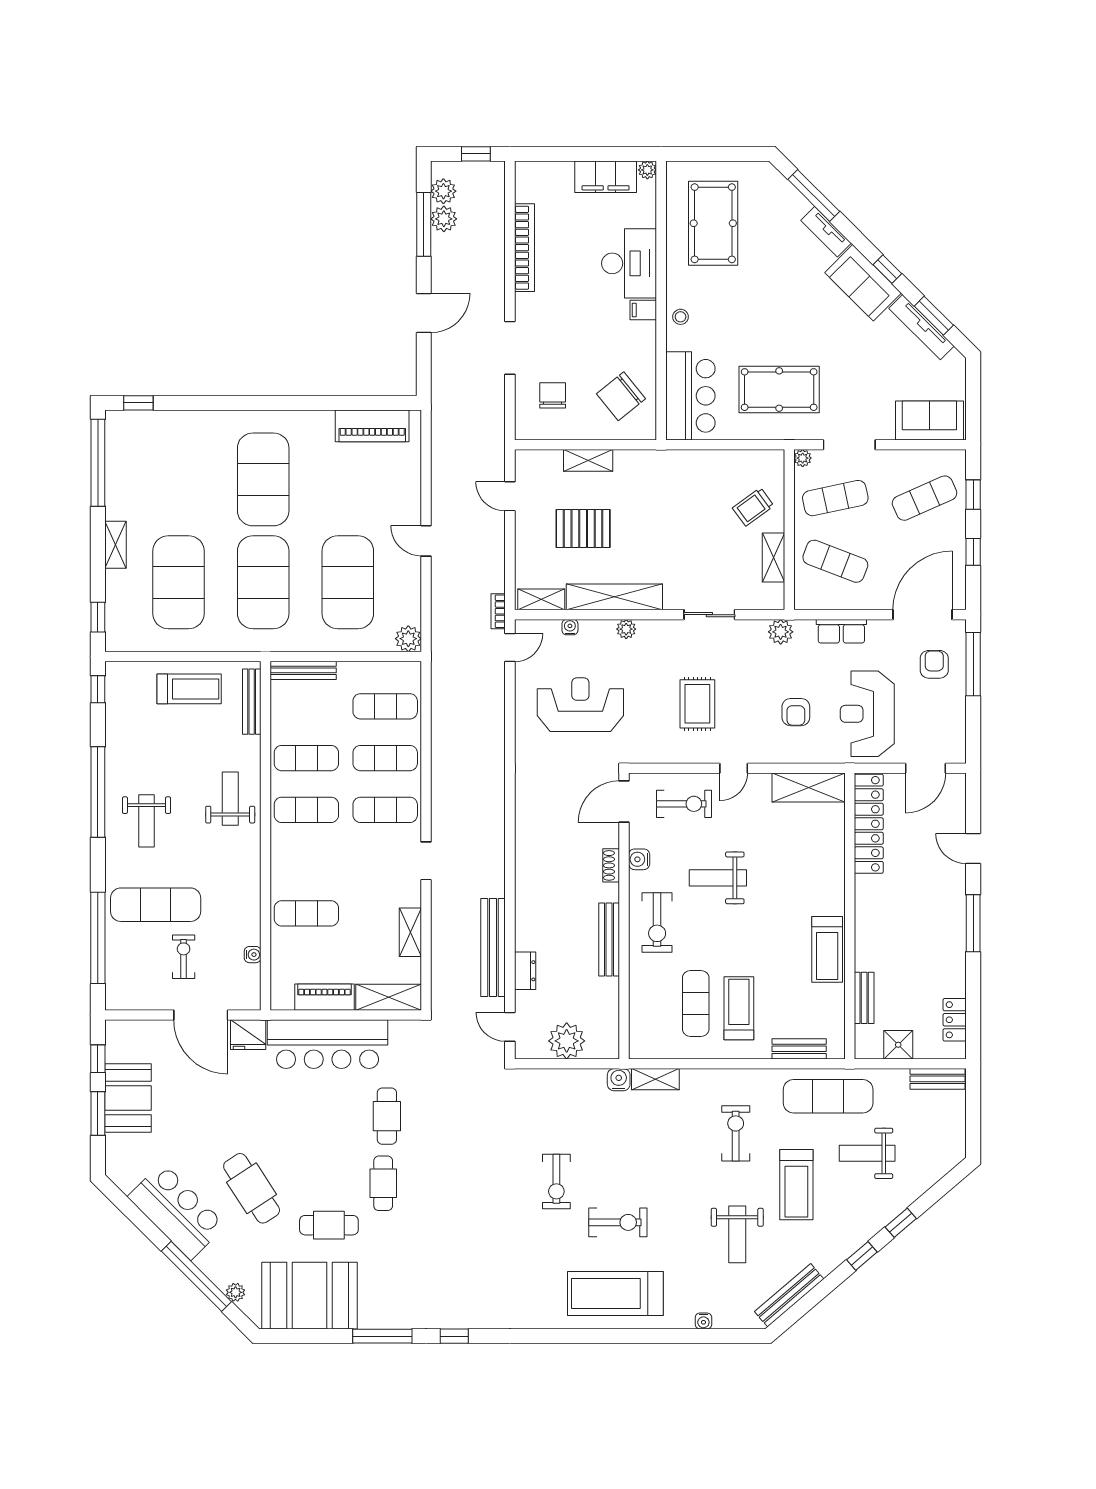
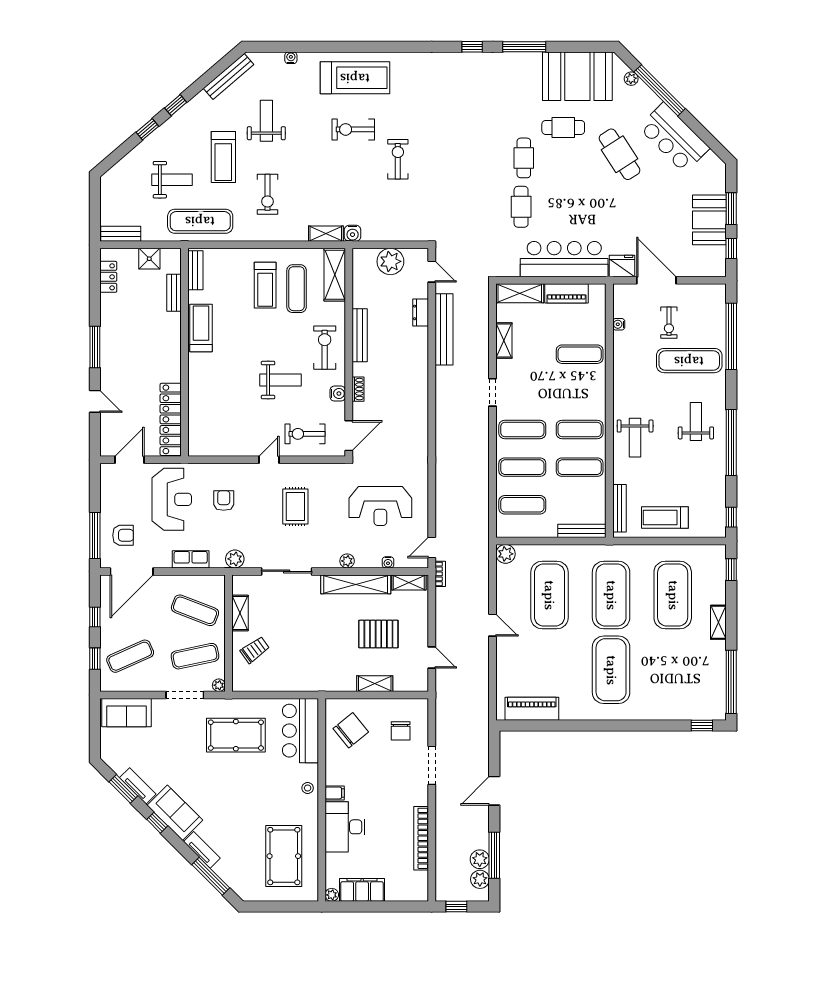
tv unit: (922, 327) -> (138, 786), width x0.71
sliding door: (709, 615) -> (287, 571), width x1.37
armchair: (934, 664) -> (123, 535), turned -90
shelving: (809, 787) -> (335, 275), moved, turned 90
bench: (799, 1049) -> (195, 270), moved, turned 90
treadmill: (796, 1185) -> (223, 157), turned 180

